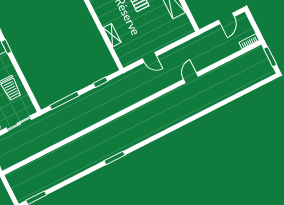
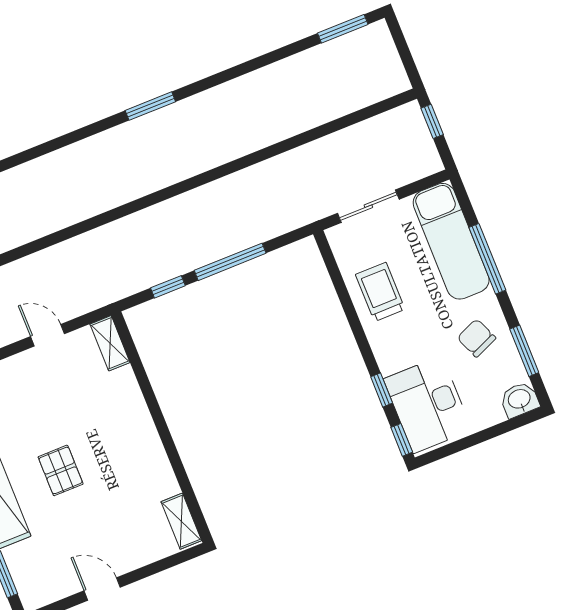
shelving: (112, 35) -> (110, 343), moved
window: (64, 101) -> (230, 262), moved

